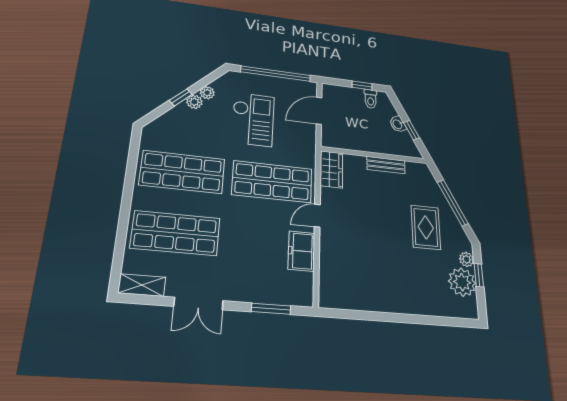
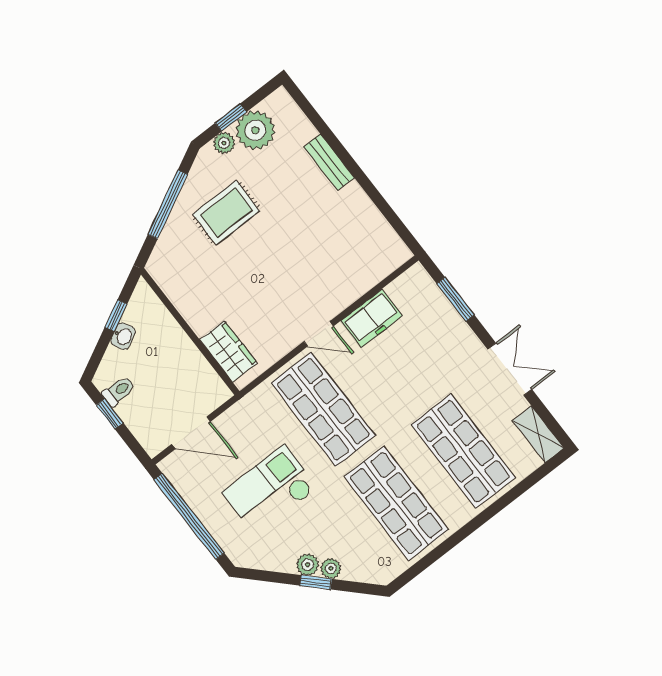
plant: (207, 93) -> (331, 568), moved
bench: (386, 165) -> (329, 162), moved
wardrobe: (331, 169) -> (229, 351), moved, turned 90

